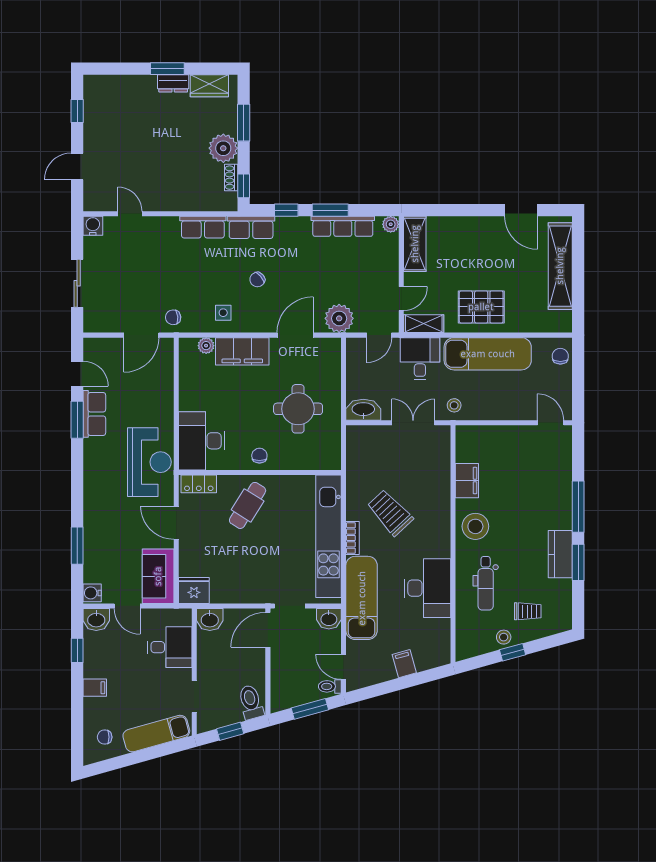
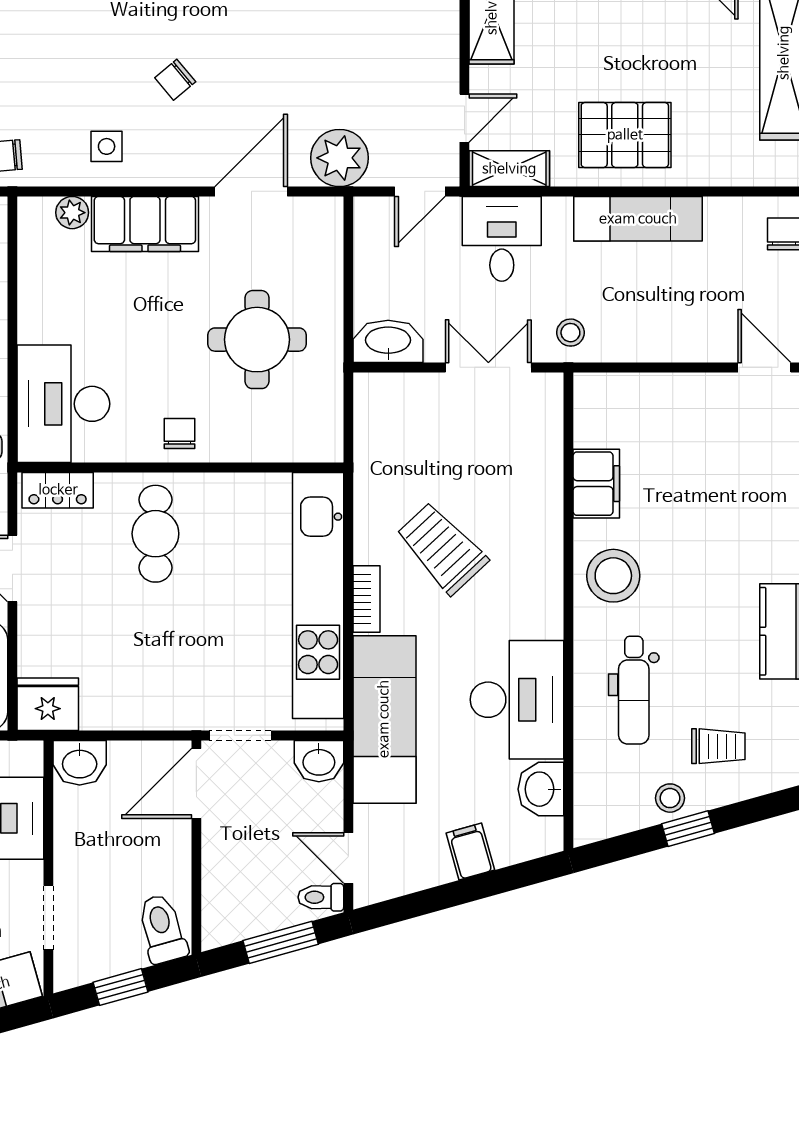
exam couch: (488, 354) -> (638, 219), width x0.73, depth x0.69
cafe table: (248, 505) -> (155, 534), turned -32
washbasin: (439, 633) -> (541, 789), added

